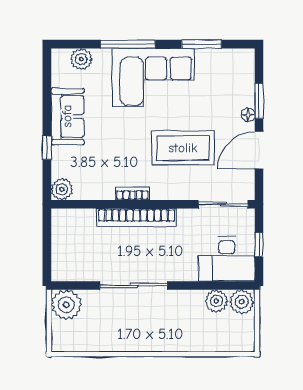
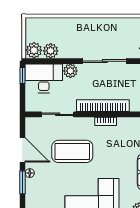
door: (259, 150) -> (22, 150), hinge flipped
sliding door: (223, 204) -> (58, 114), moved
window: (259, 245) -> (22, 75), moved
plant: (186, 271) -> (70, 71), added

